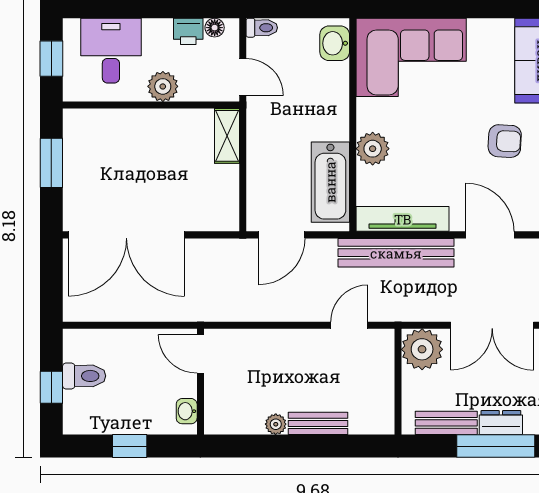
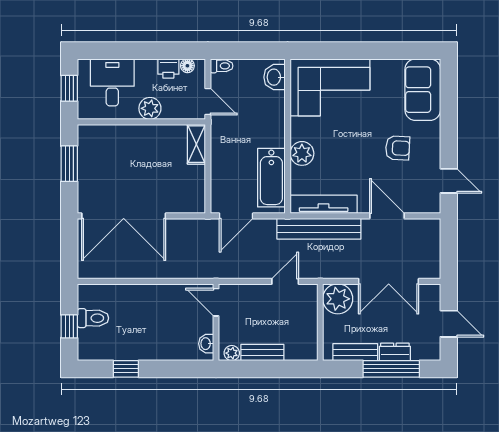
door: (200, 354) -> (216, 302), moved
wall: (200, 382) -> (216, 322), moved
washbasin: (187, 411) -> (206, 344), moved

